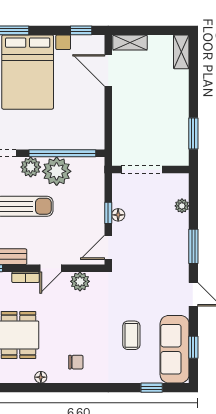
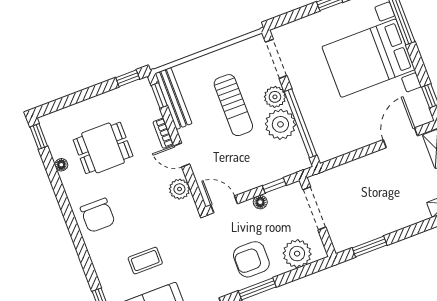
plant: (182, 206) -> (297, 254), width x1.88, depth x1.88
window: (108, 213) -> (274, 185), moved
armchair: (166, 242) -> (251, 259), added
chair: (76, 362) -> (98, 215), width x1.87, depth x1.87
floor lamp: (41, 377) -> (61, 165), moved

